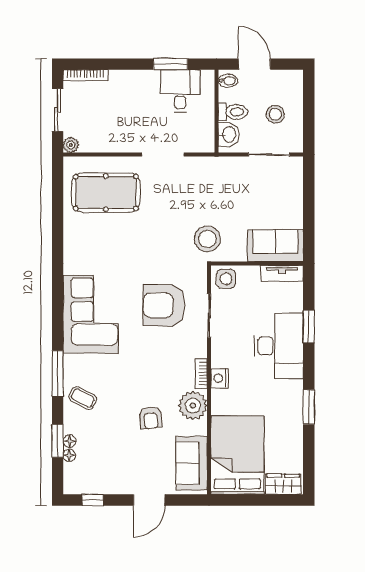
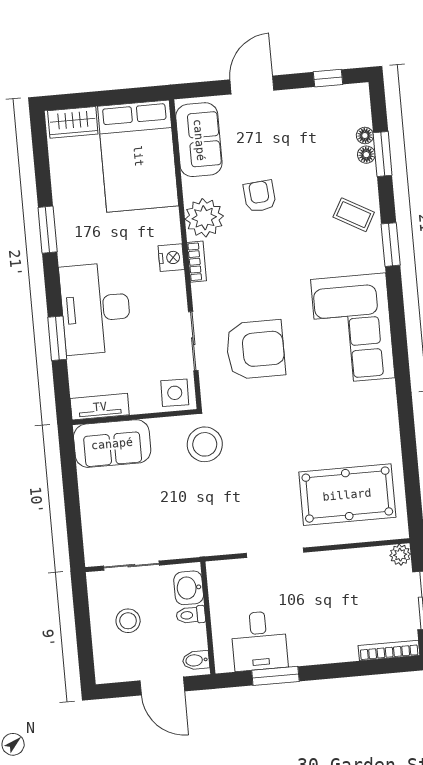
toilet: (233, 112) -> (191, 615), width x0.73, depth x0.72
window: (58, 374) -> (391, 245), width x0.69

